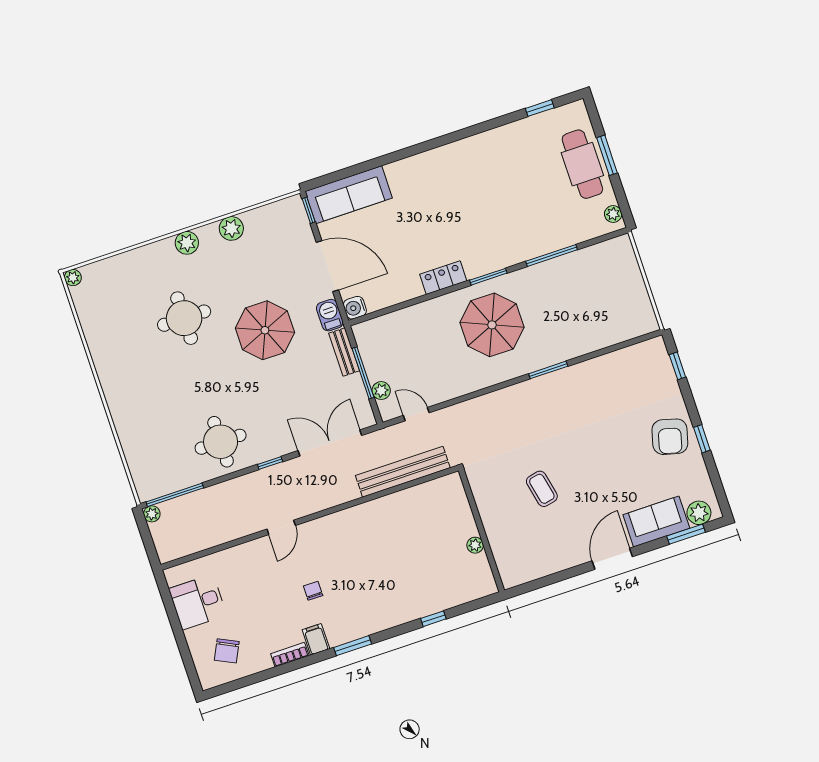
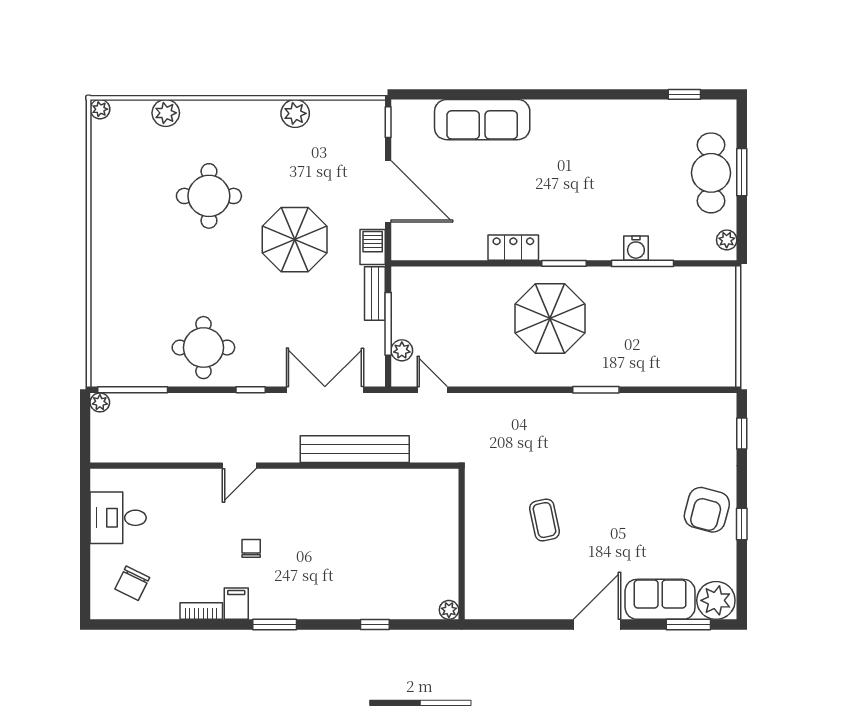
sofa: (349, 195) -> (482, 120), moved
plant: (187, 243) -> (166, 113), moved
water cooler: (355, 308) -> (636, 248), moved, turned -90
bench: (403, 472) -> (355, 449), moved
plant: (699, 513) -> (716, 600), width x1.36, depth x1.36
plant: (475, 545) -> (449, 610), moved

